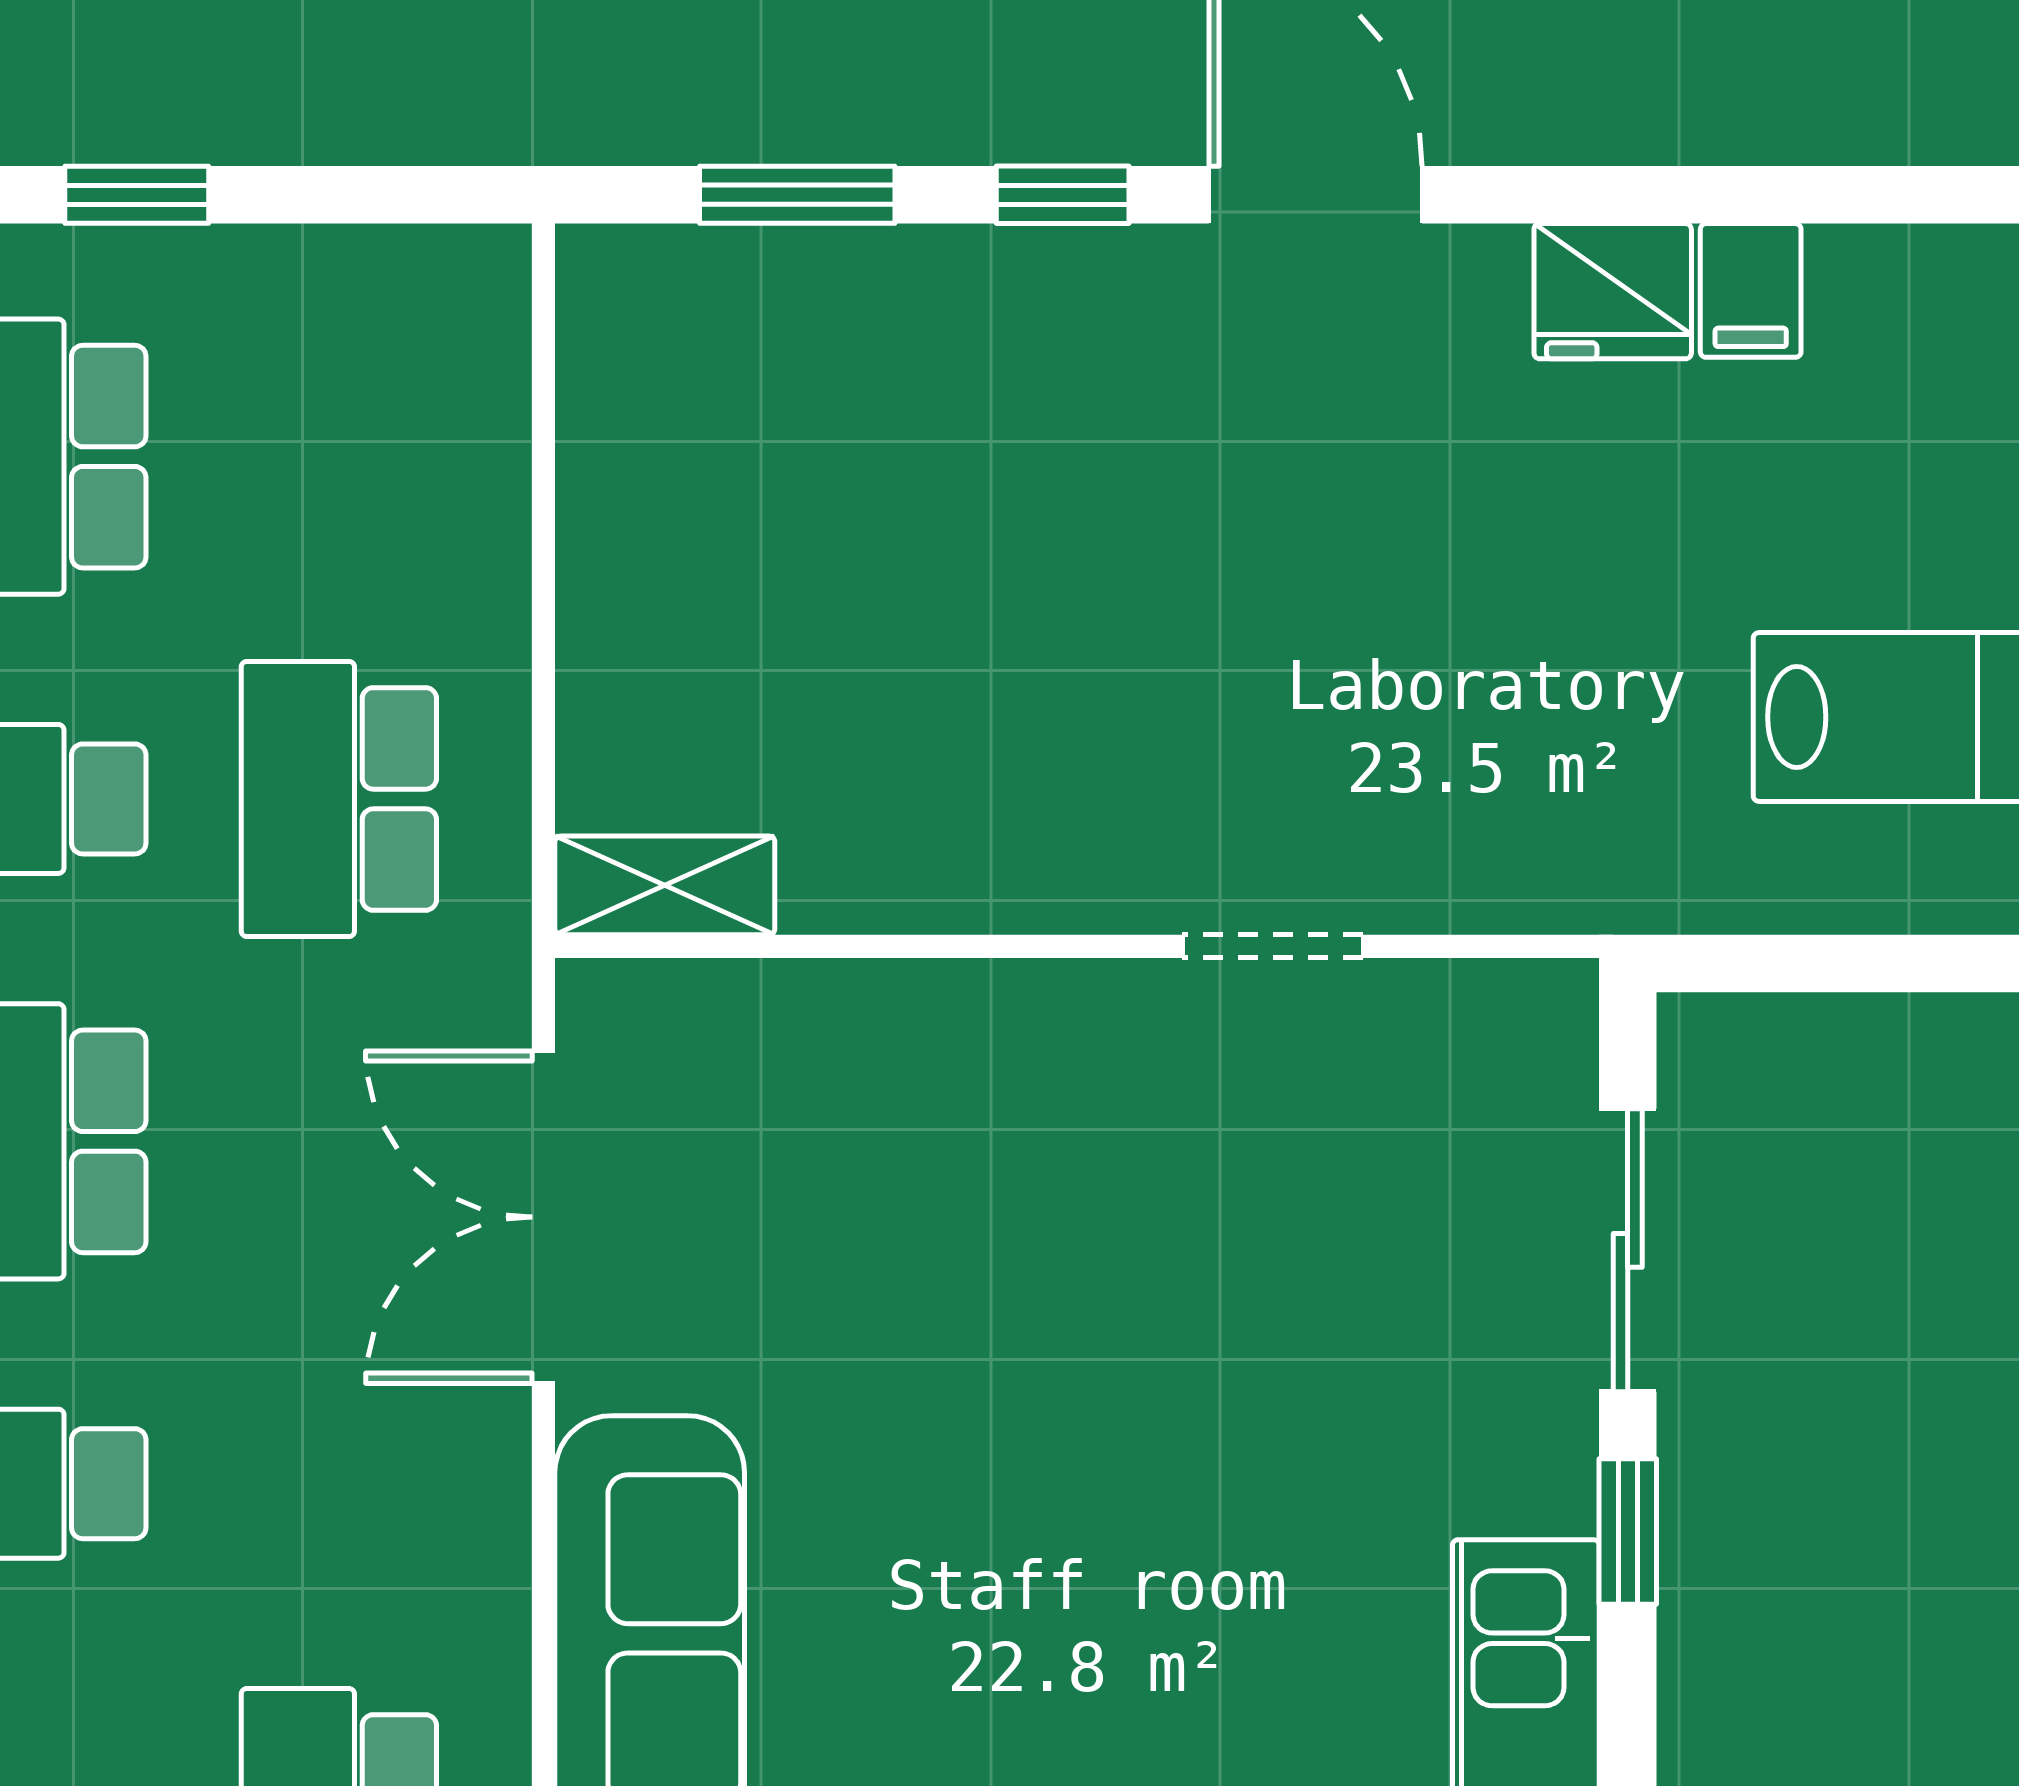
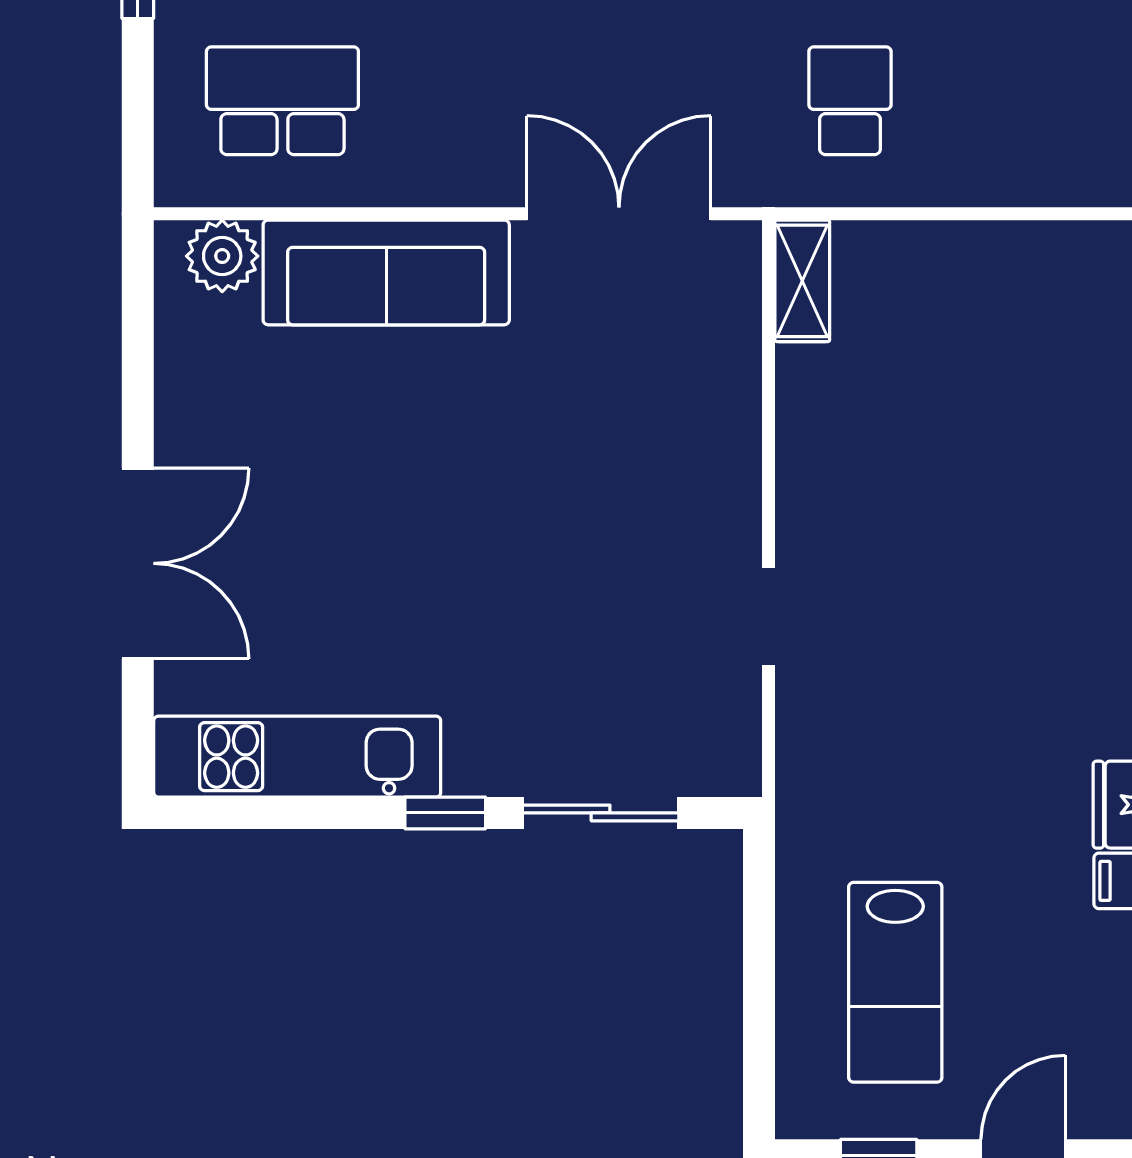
school desk: (339, 799) -> (850, 101), width x0.54

